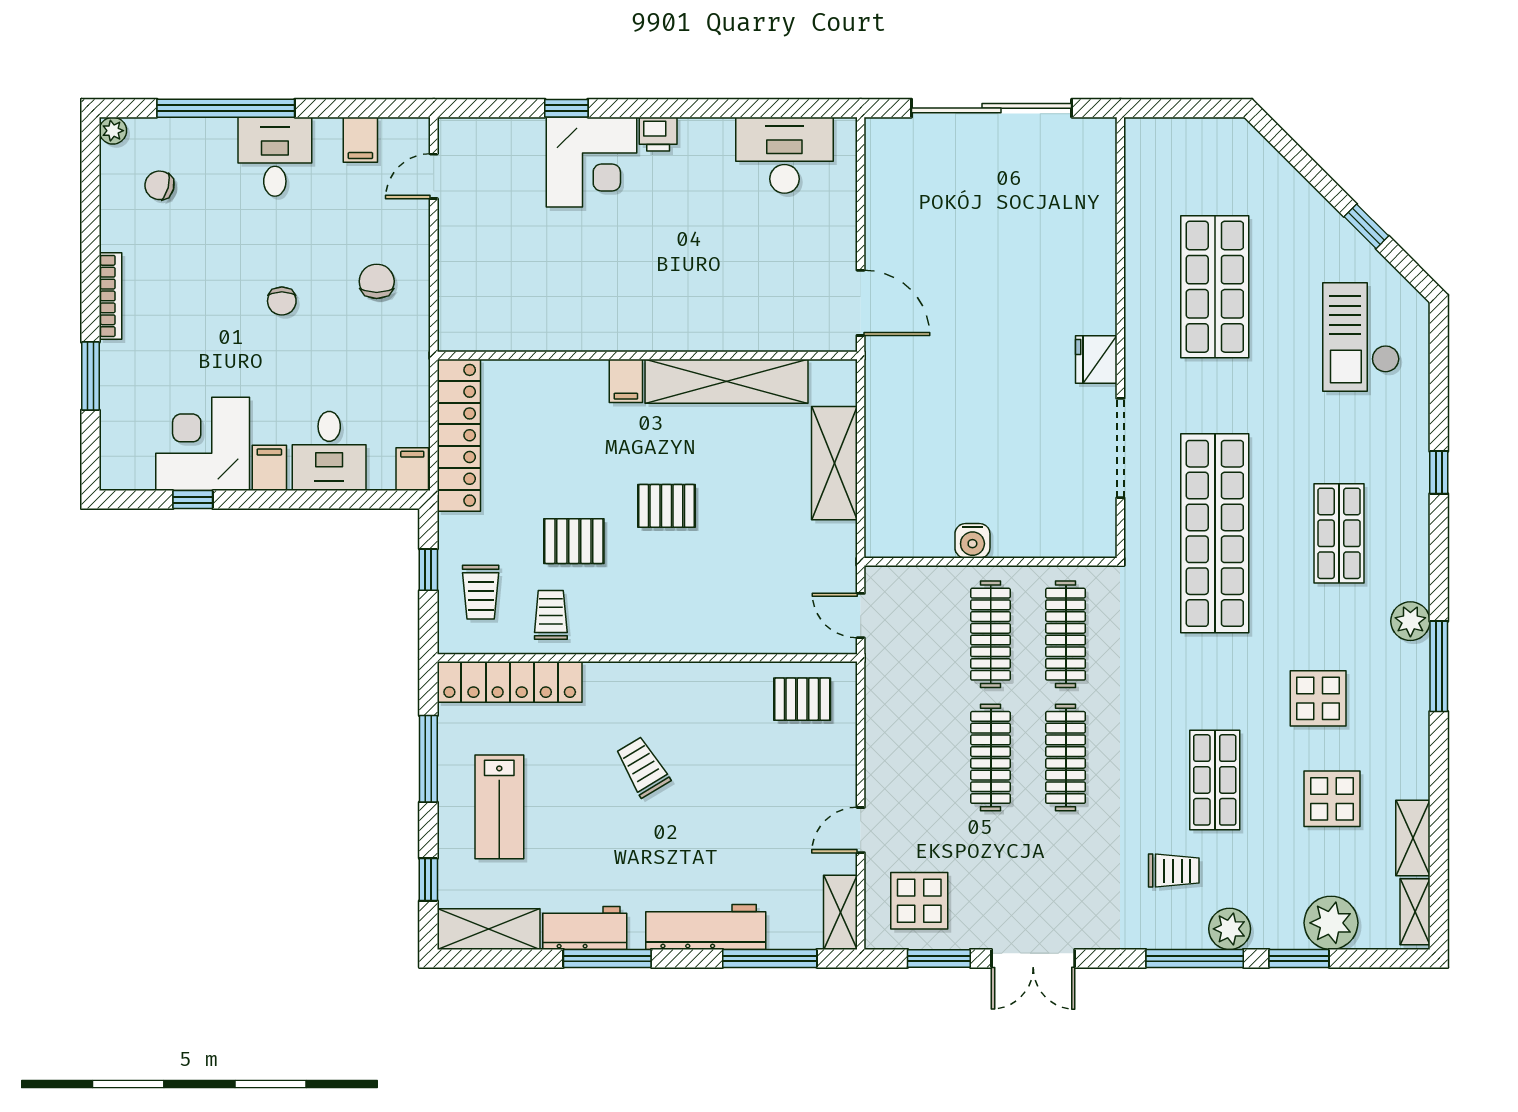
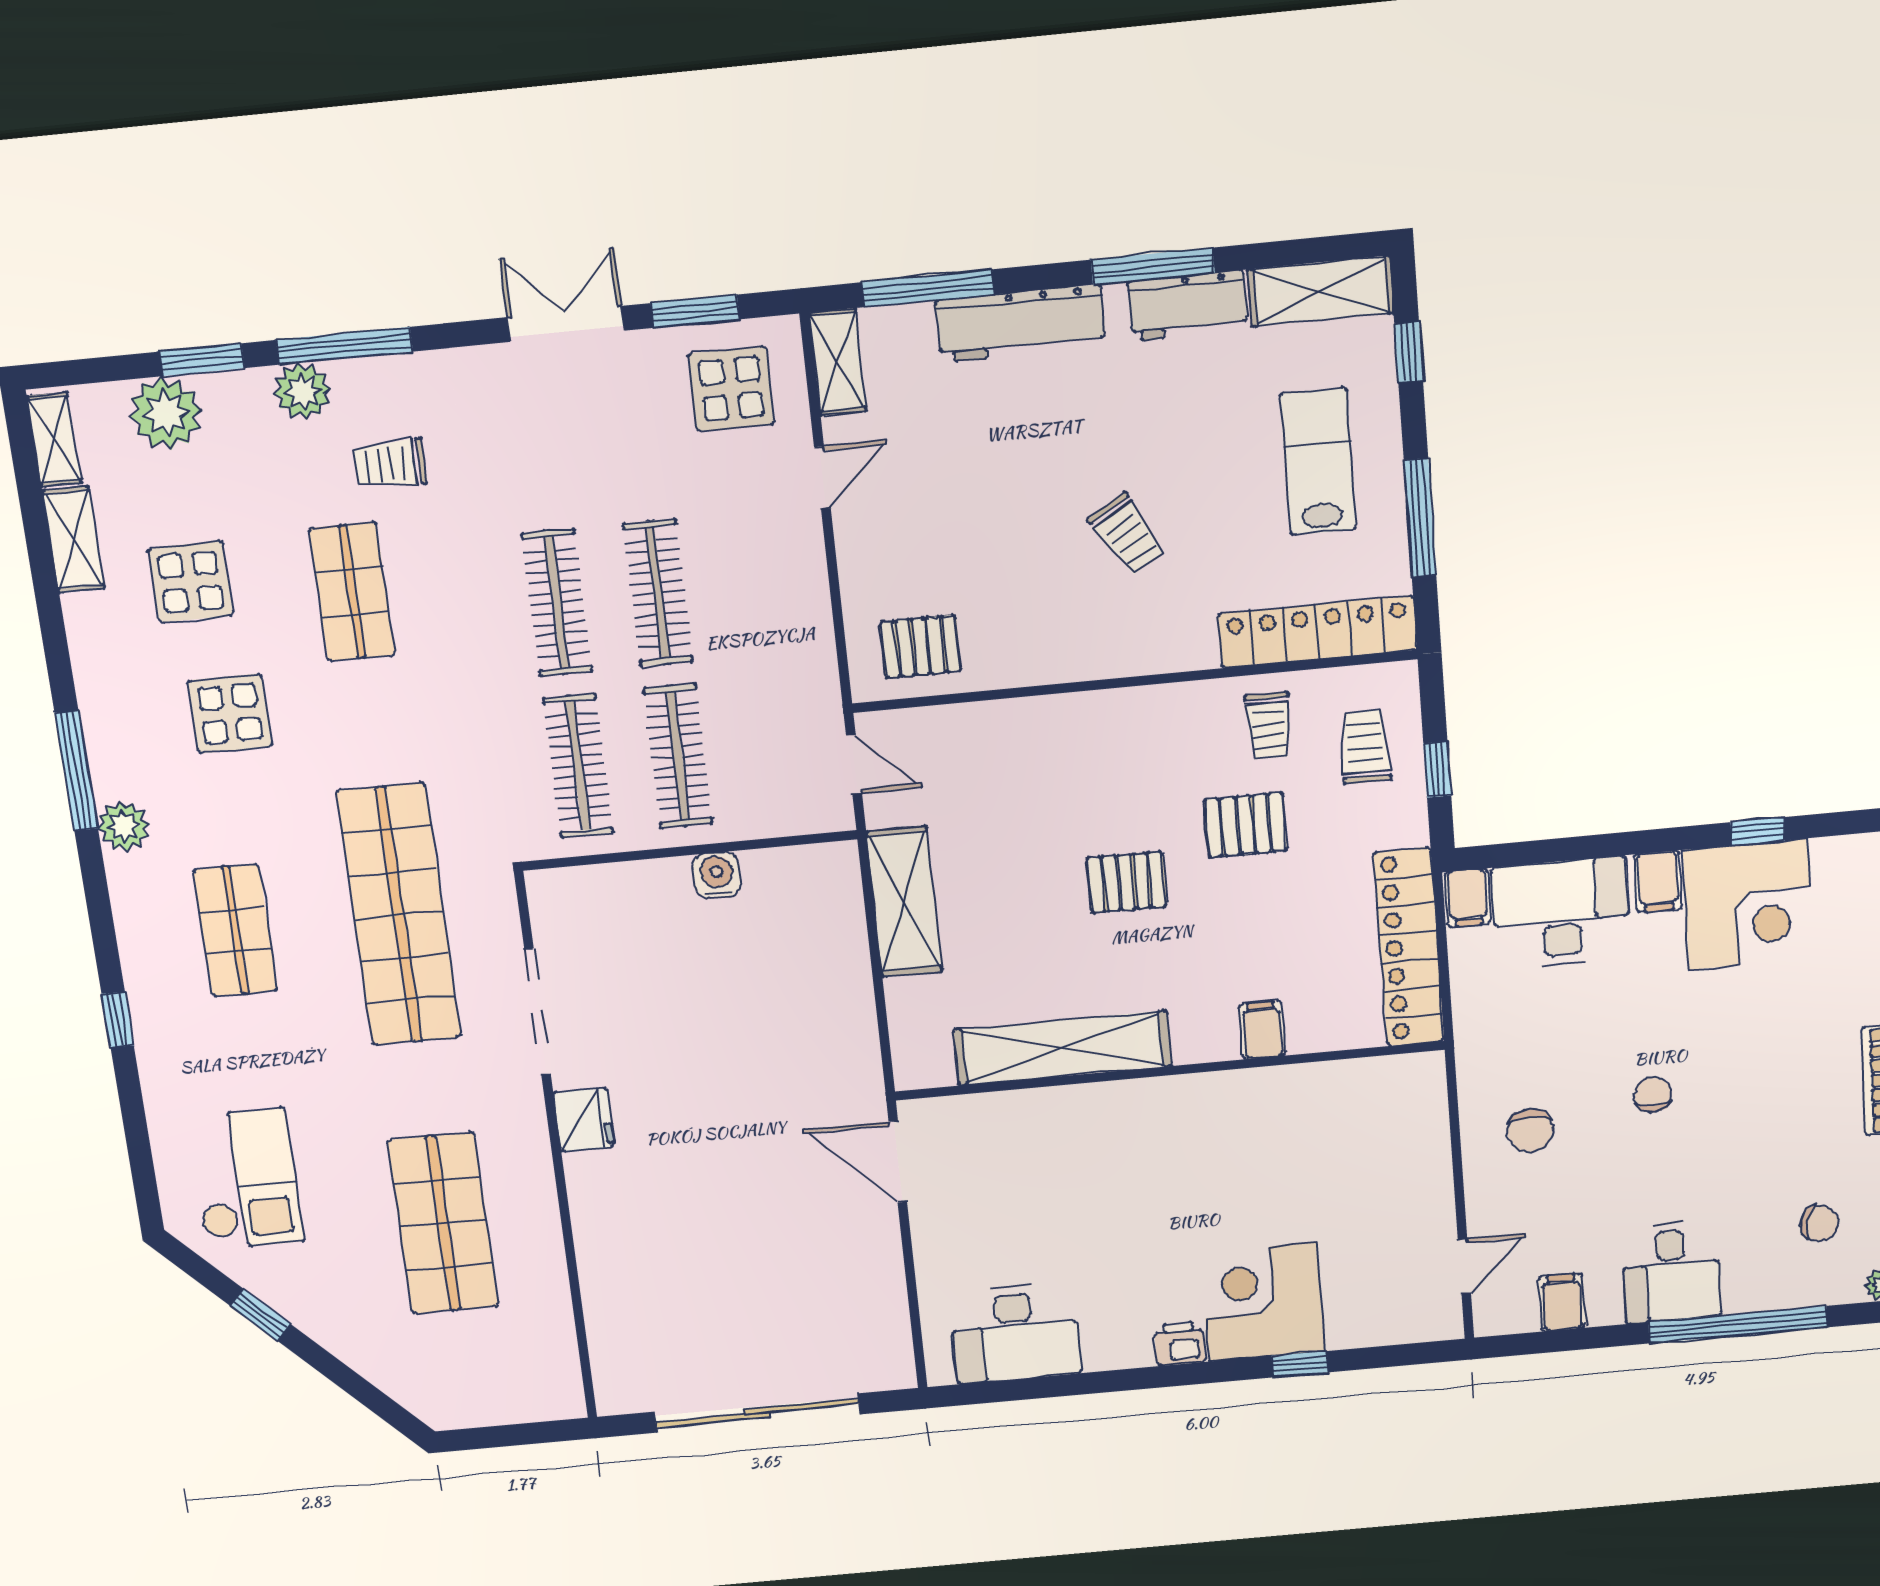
filing cabinet: (626, 381) -> (1262, 1030), moved
desk: (329, 451) -> (1561, 913), width x1.37
shelving: (834, 463) -> (904, 902), moved

